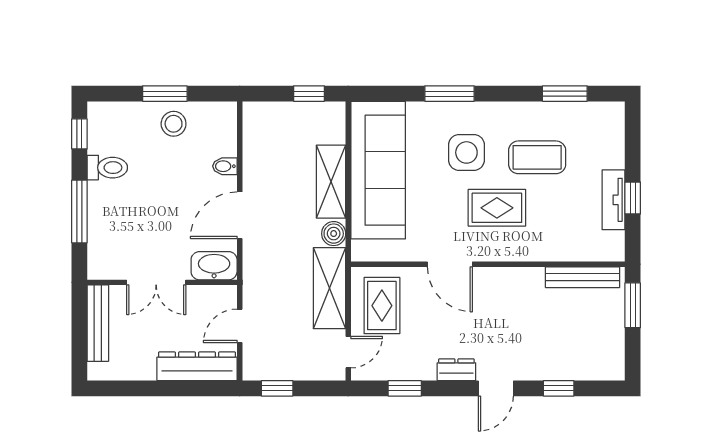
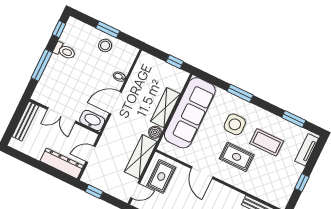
tv unit: (613, 200) -> (307, 150), moved

